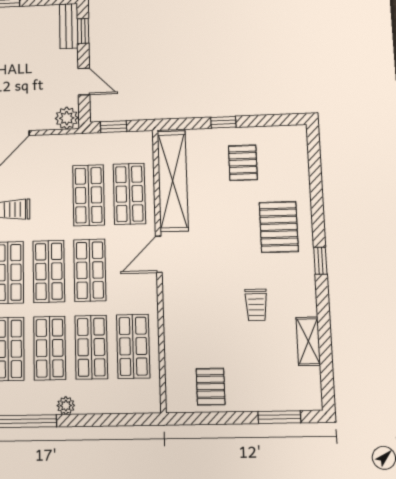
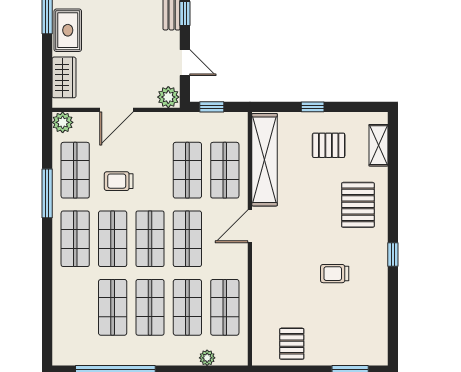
pallet: (243, 163) -> (329, 145), turned 90
window: (320, 261) -> (393, 254), moved
trolley: (256, 305) -> (335, 274), turned 90
shelving: (308, 341) -> (378, 145), moved
plant: (66, 406) -> (207, 358), moved

